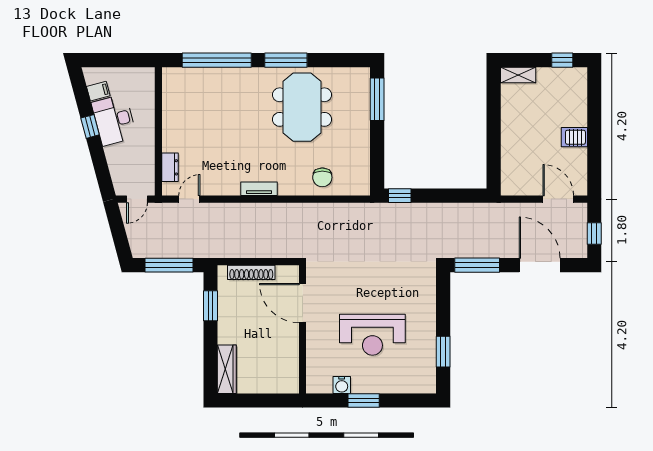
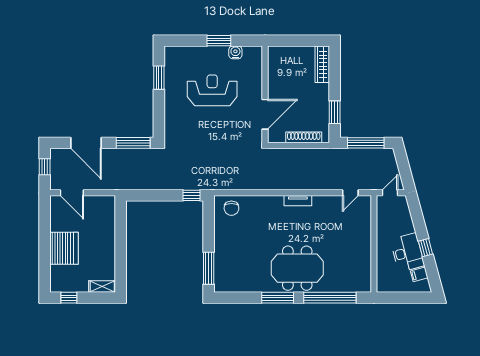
meeting table: (302, 107) -> (297, 268), moved, turned 90
server rack: (574, 137) -> (64, 248), width x2.18, depth x1.44
dresser: (170, 167) -> (365, 217), removed
chair: (322, 177) -> (231, 208), moved, turned 180
door: (303, 303) -> (265, 114), hinge flipped

